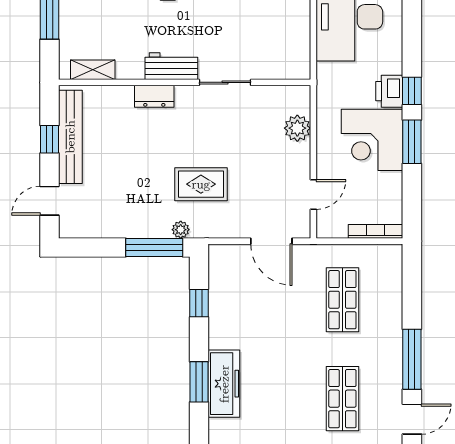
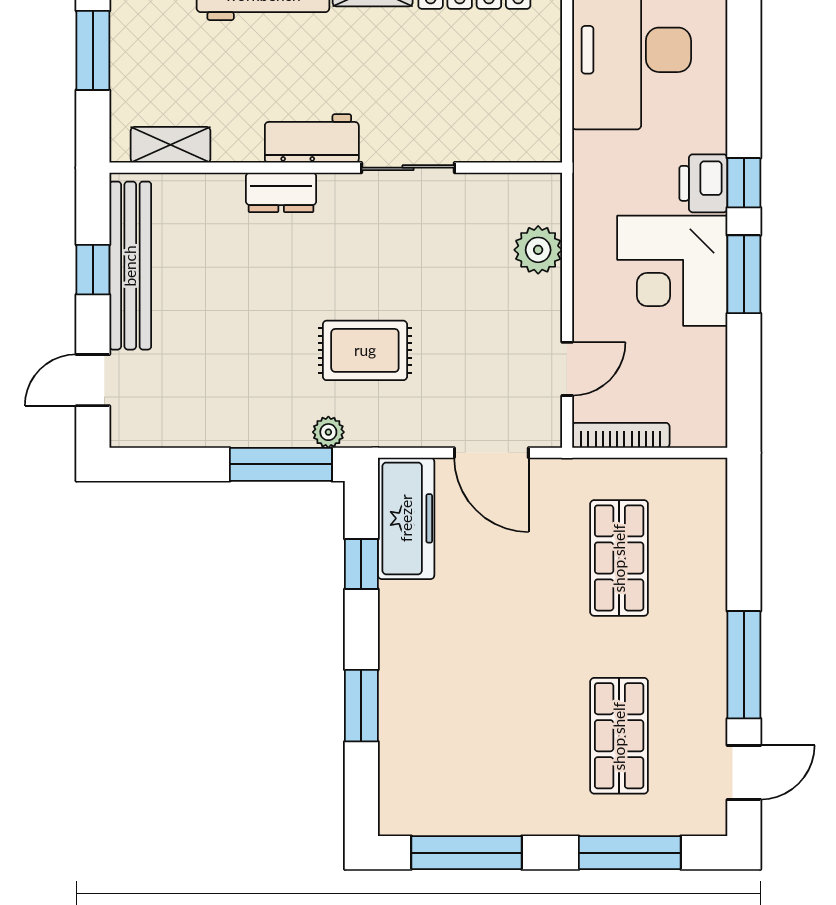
bookcase: (376, 231) -> (621, 435), moved
freezer: (224, 384) -> (406, 518), moved

